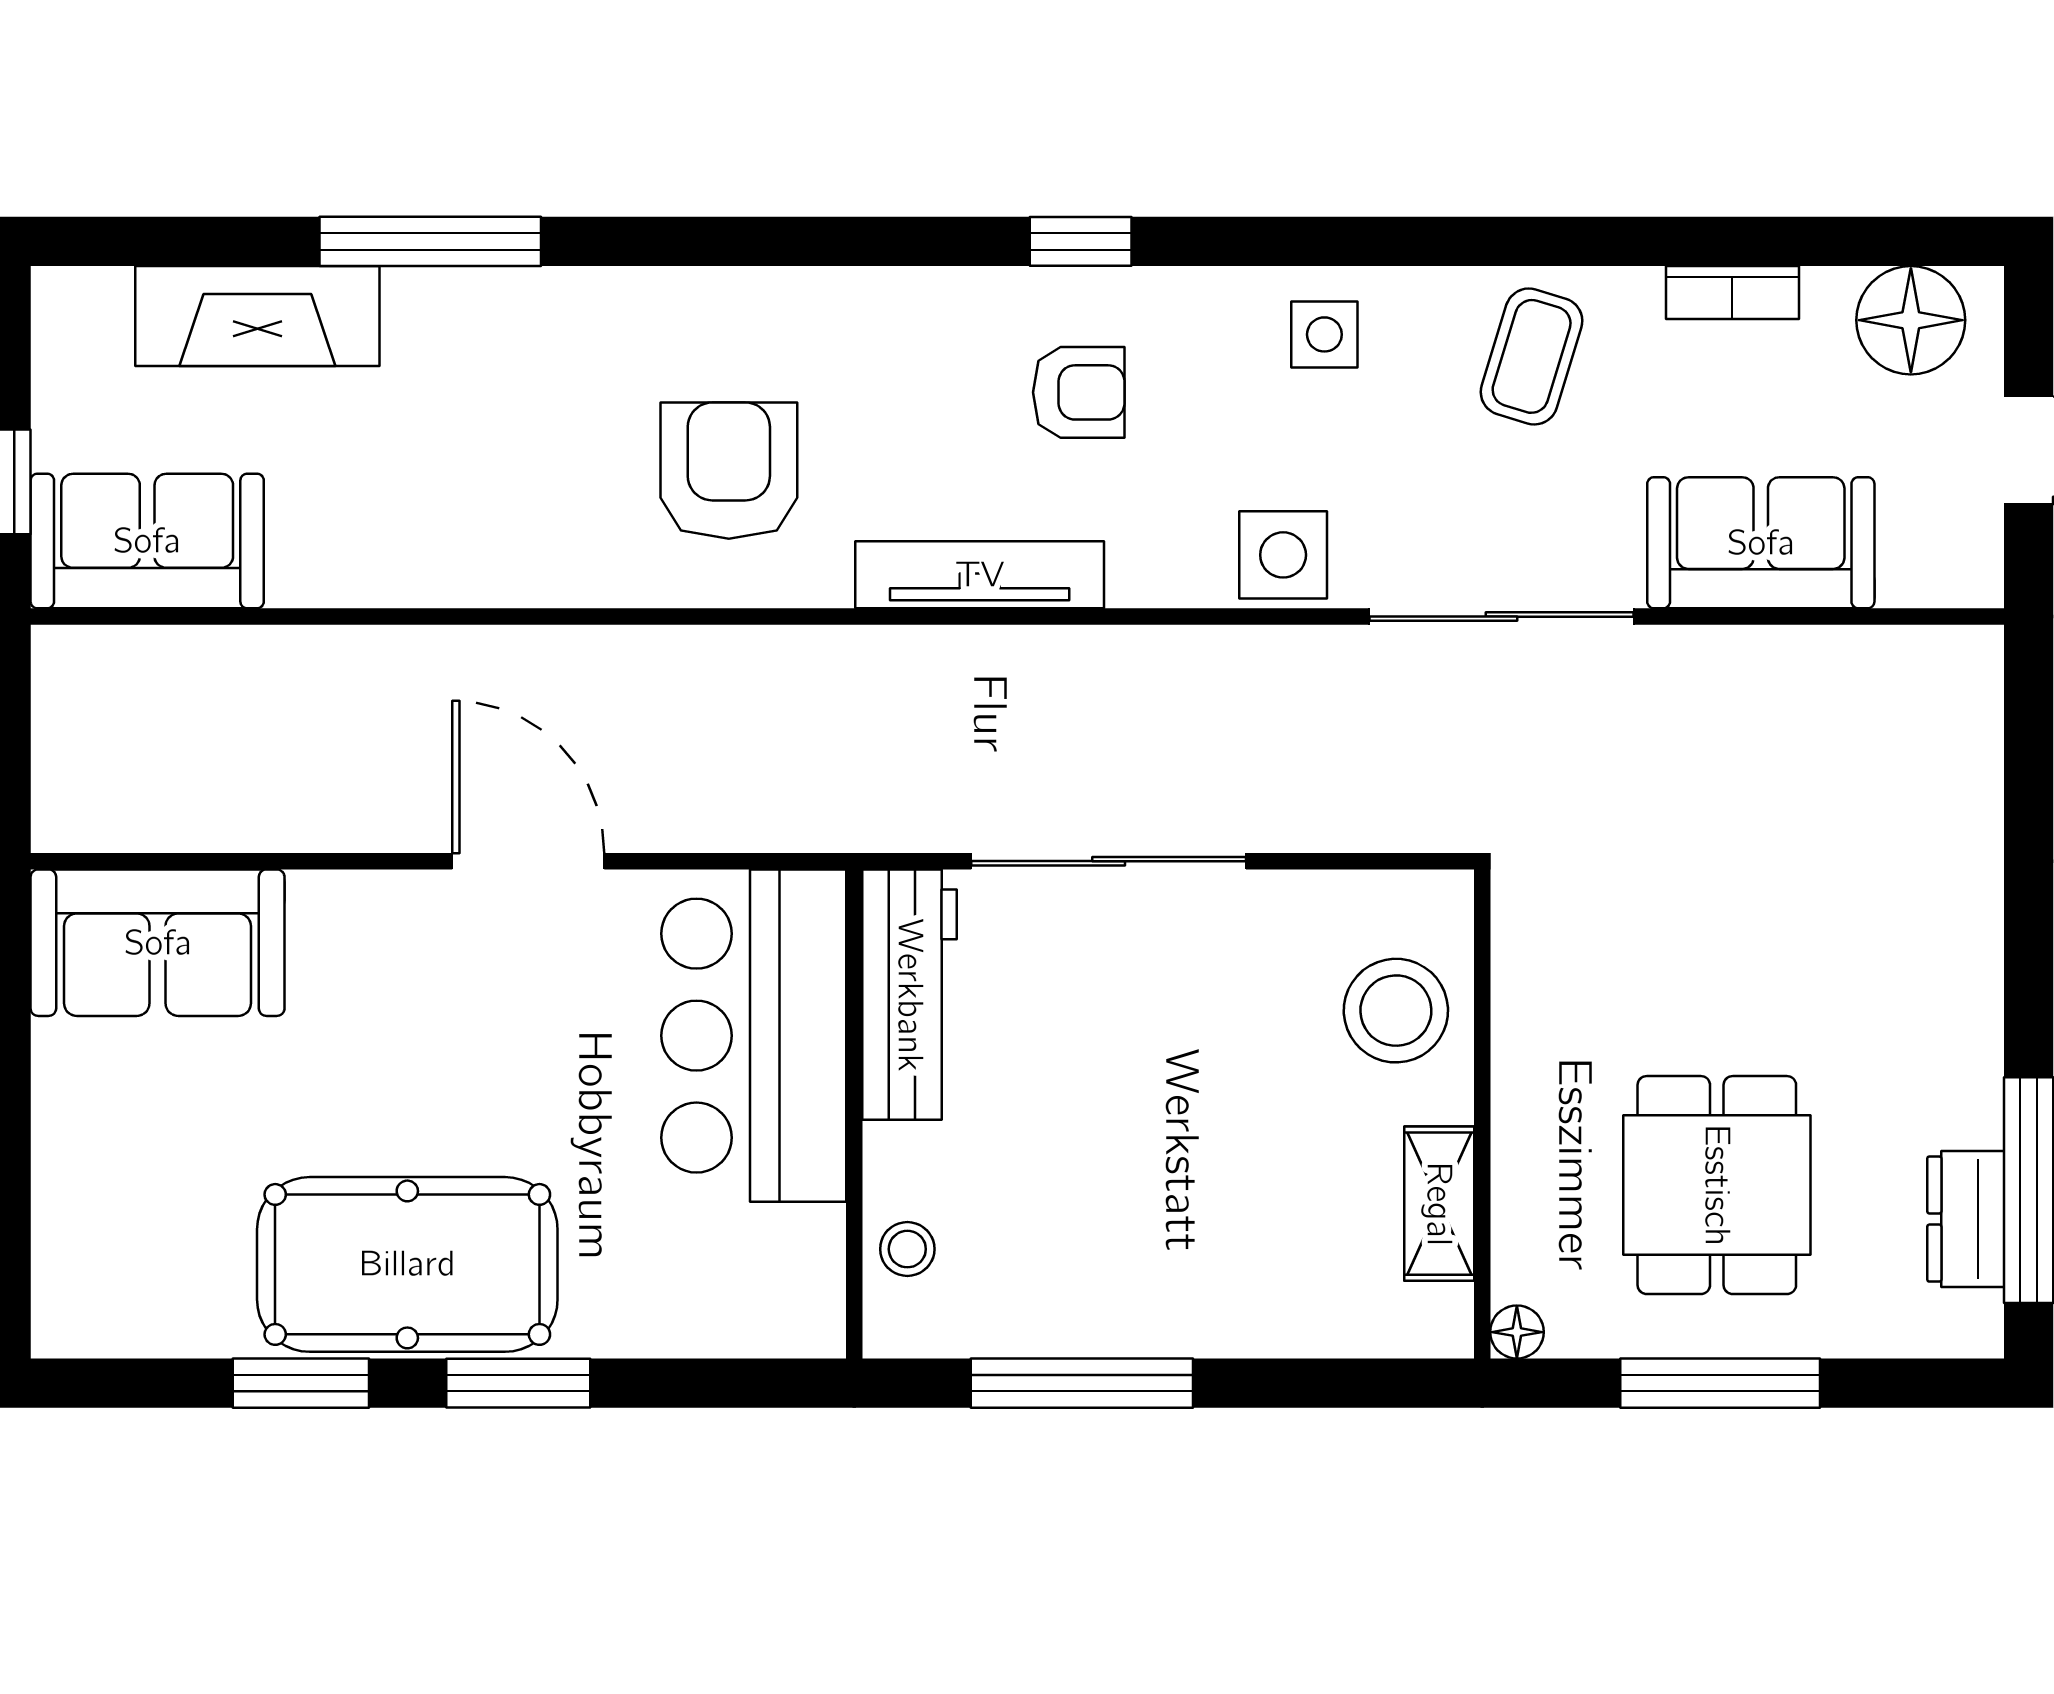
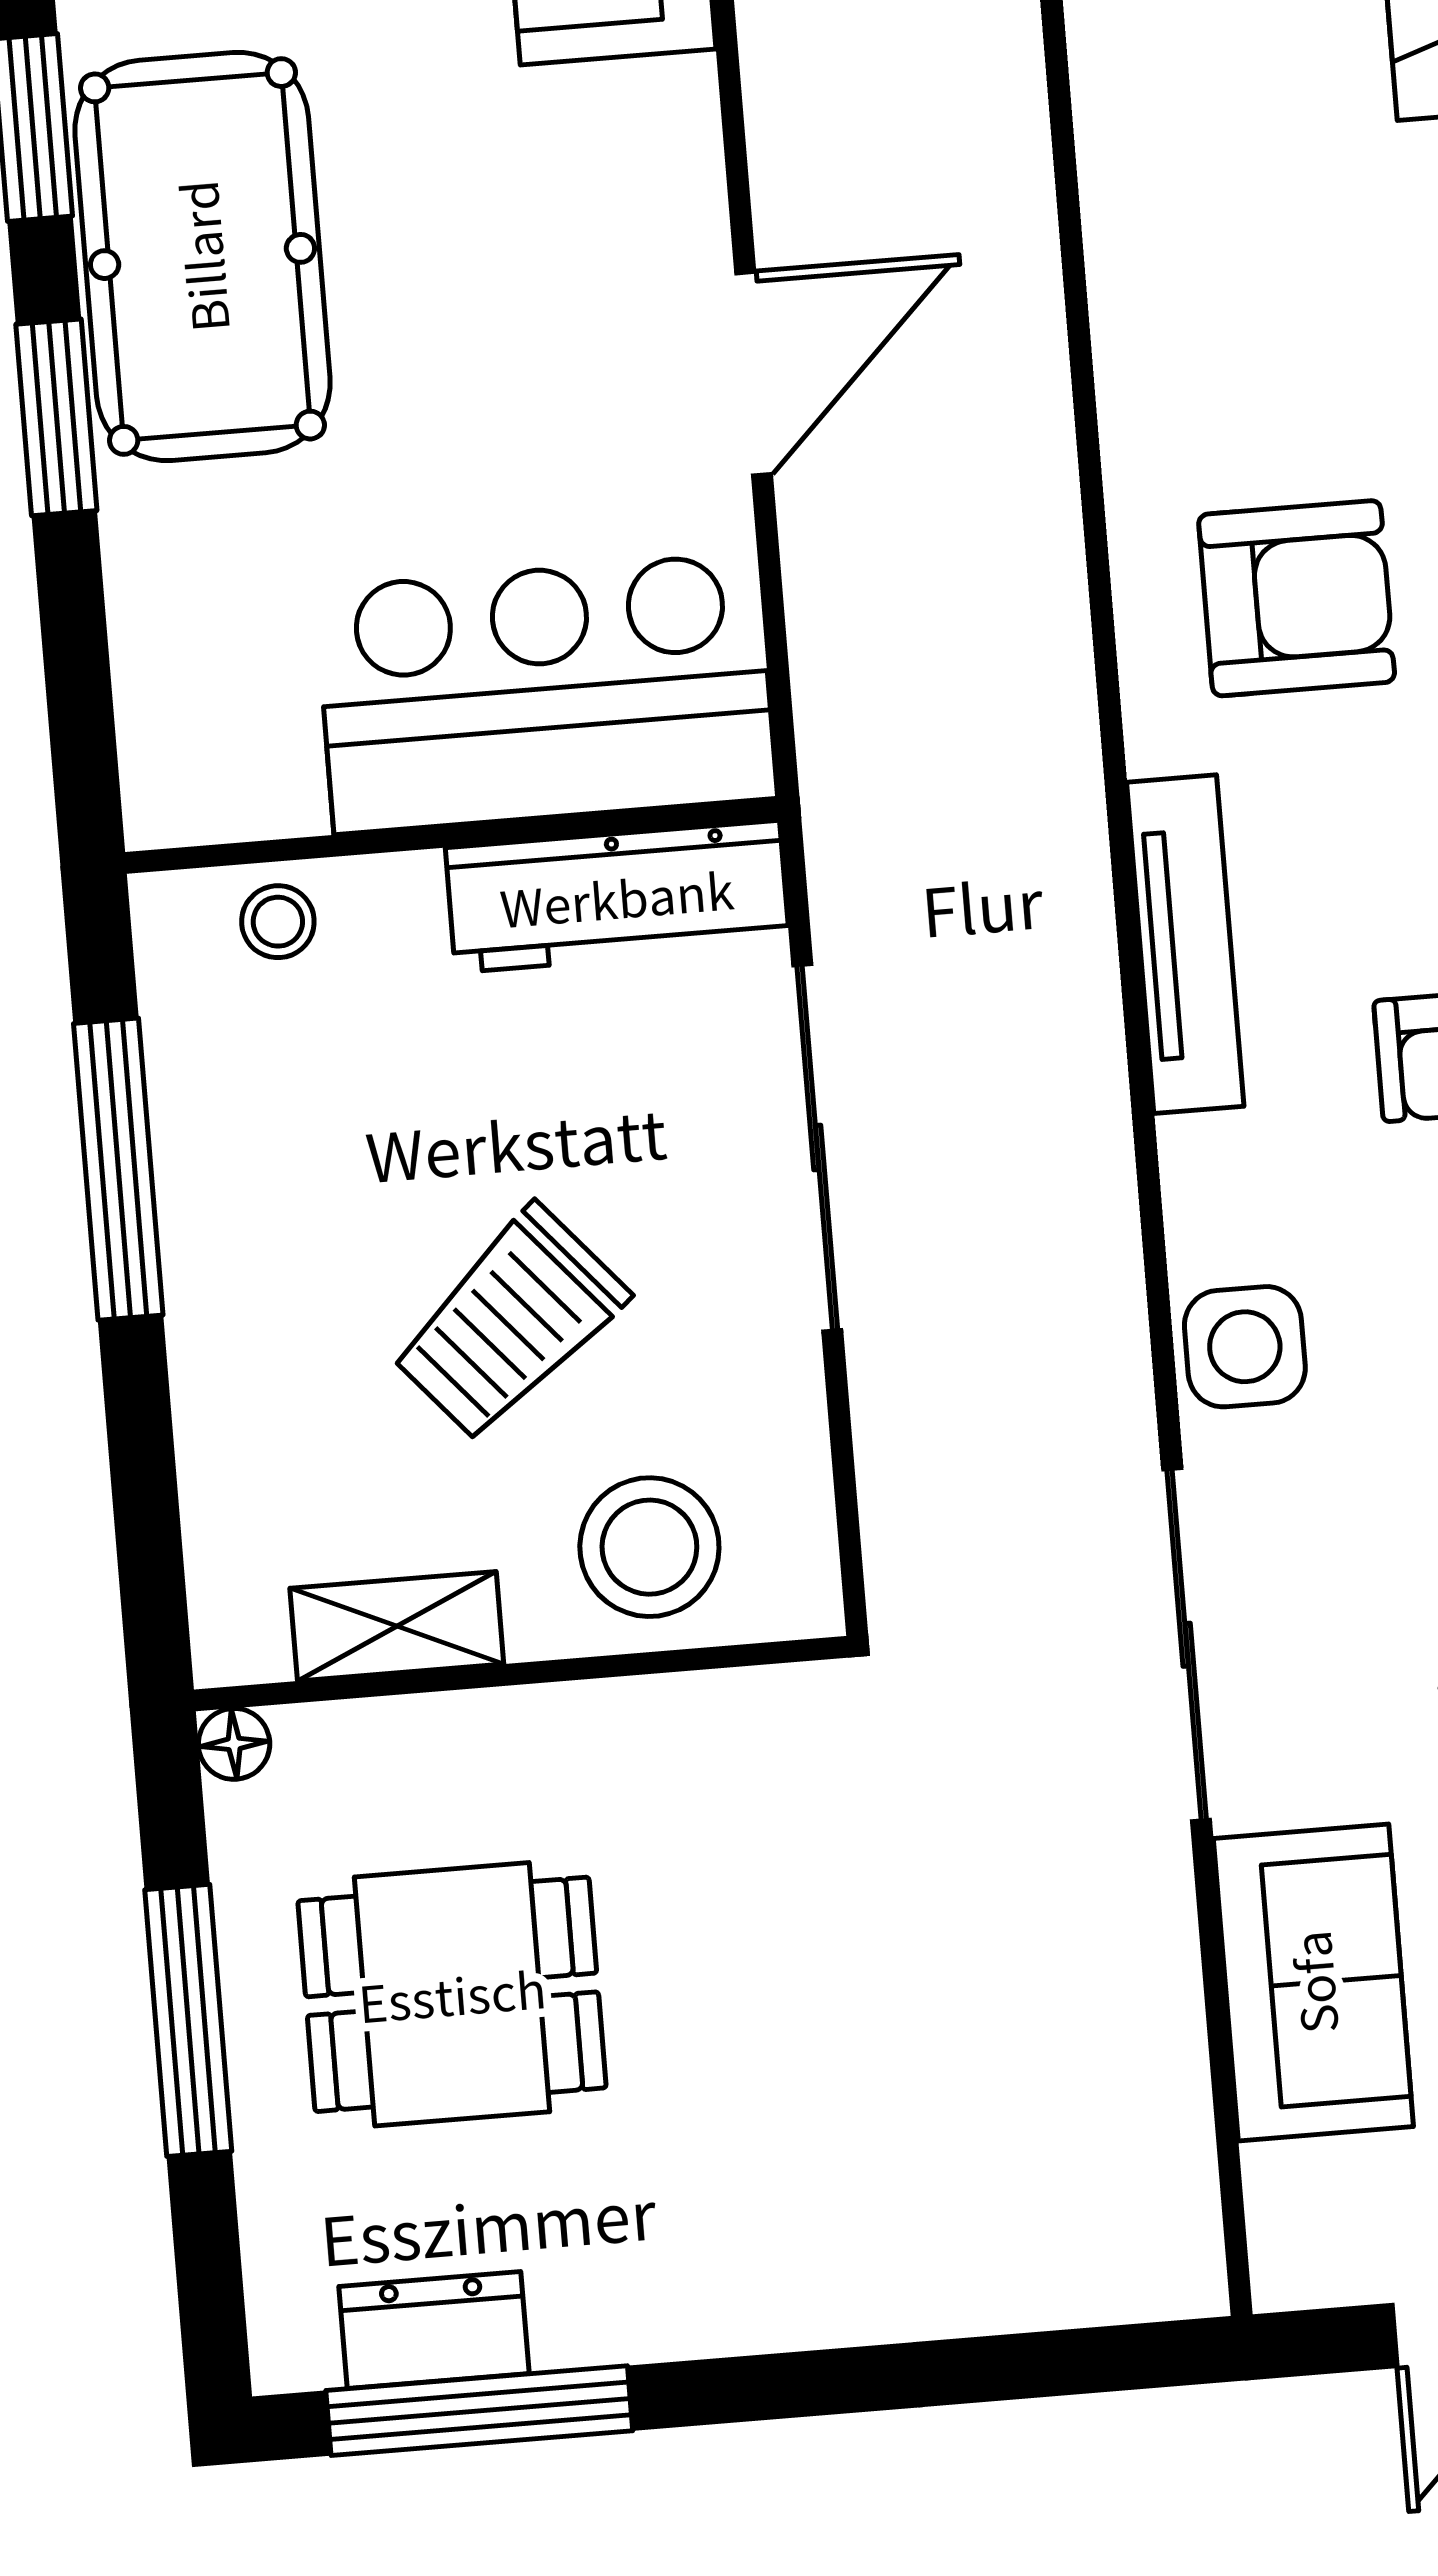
trolley: (1221, 1101) -> (509, 1324), added

